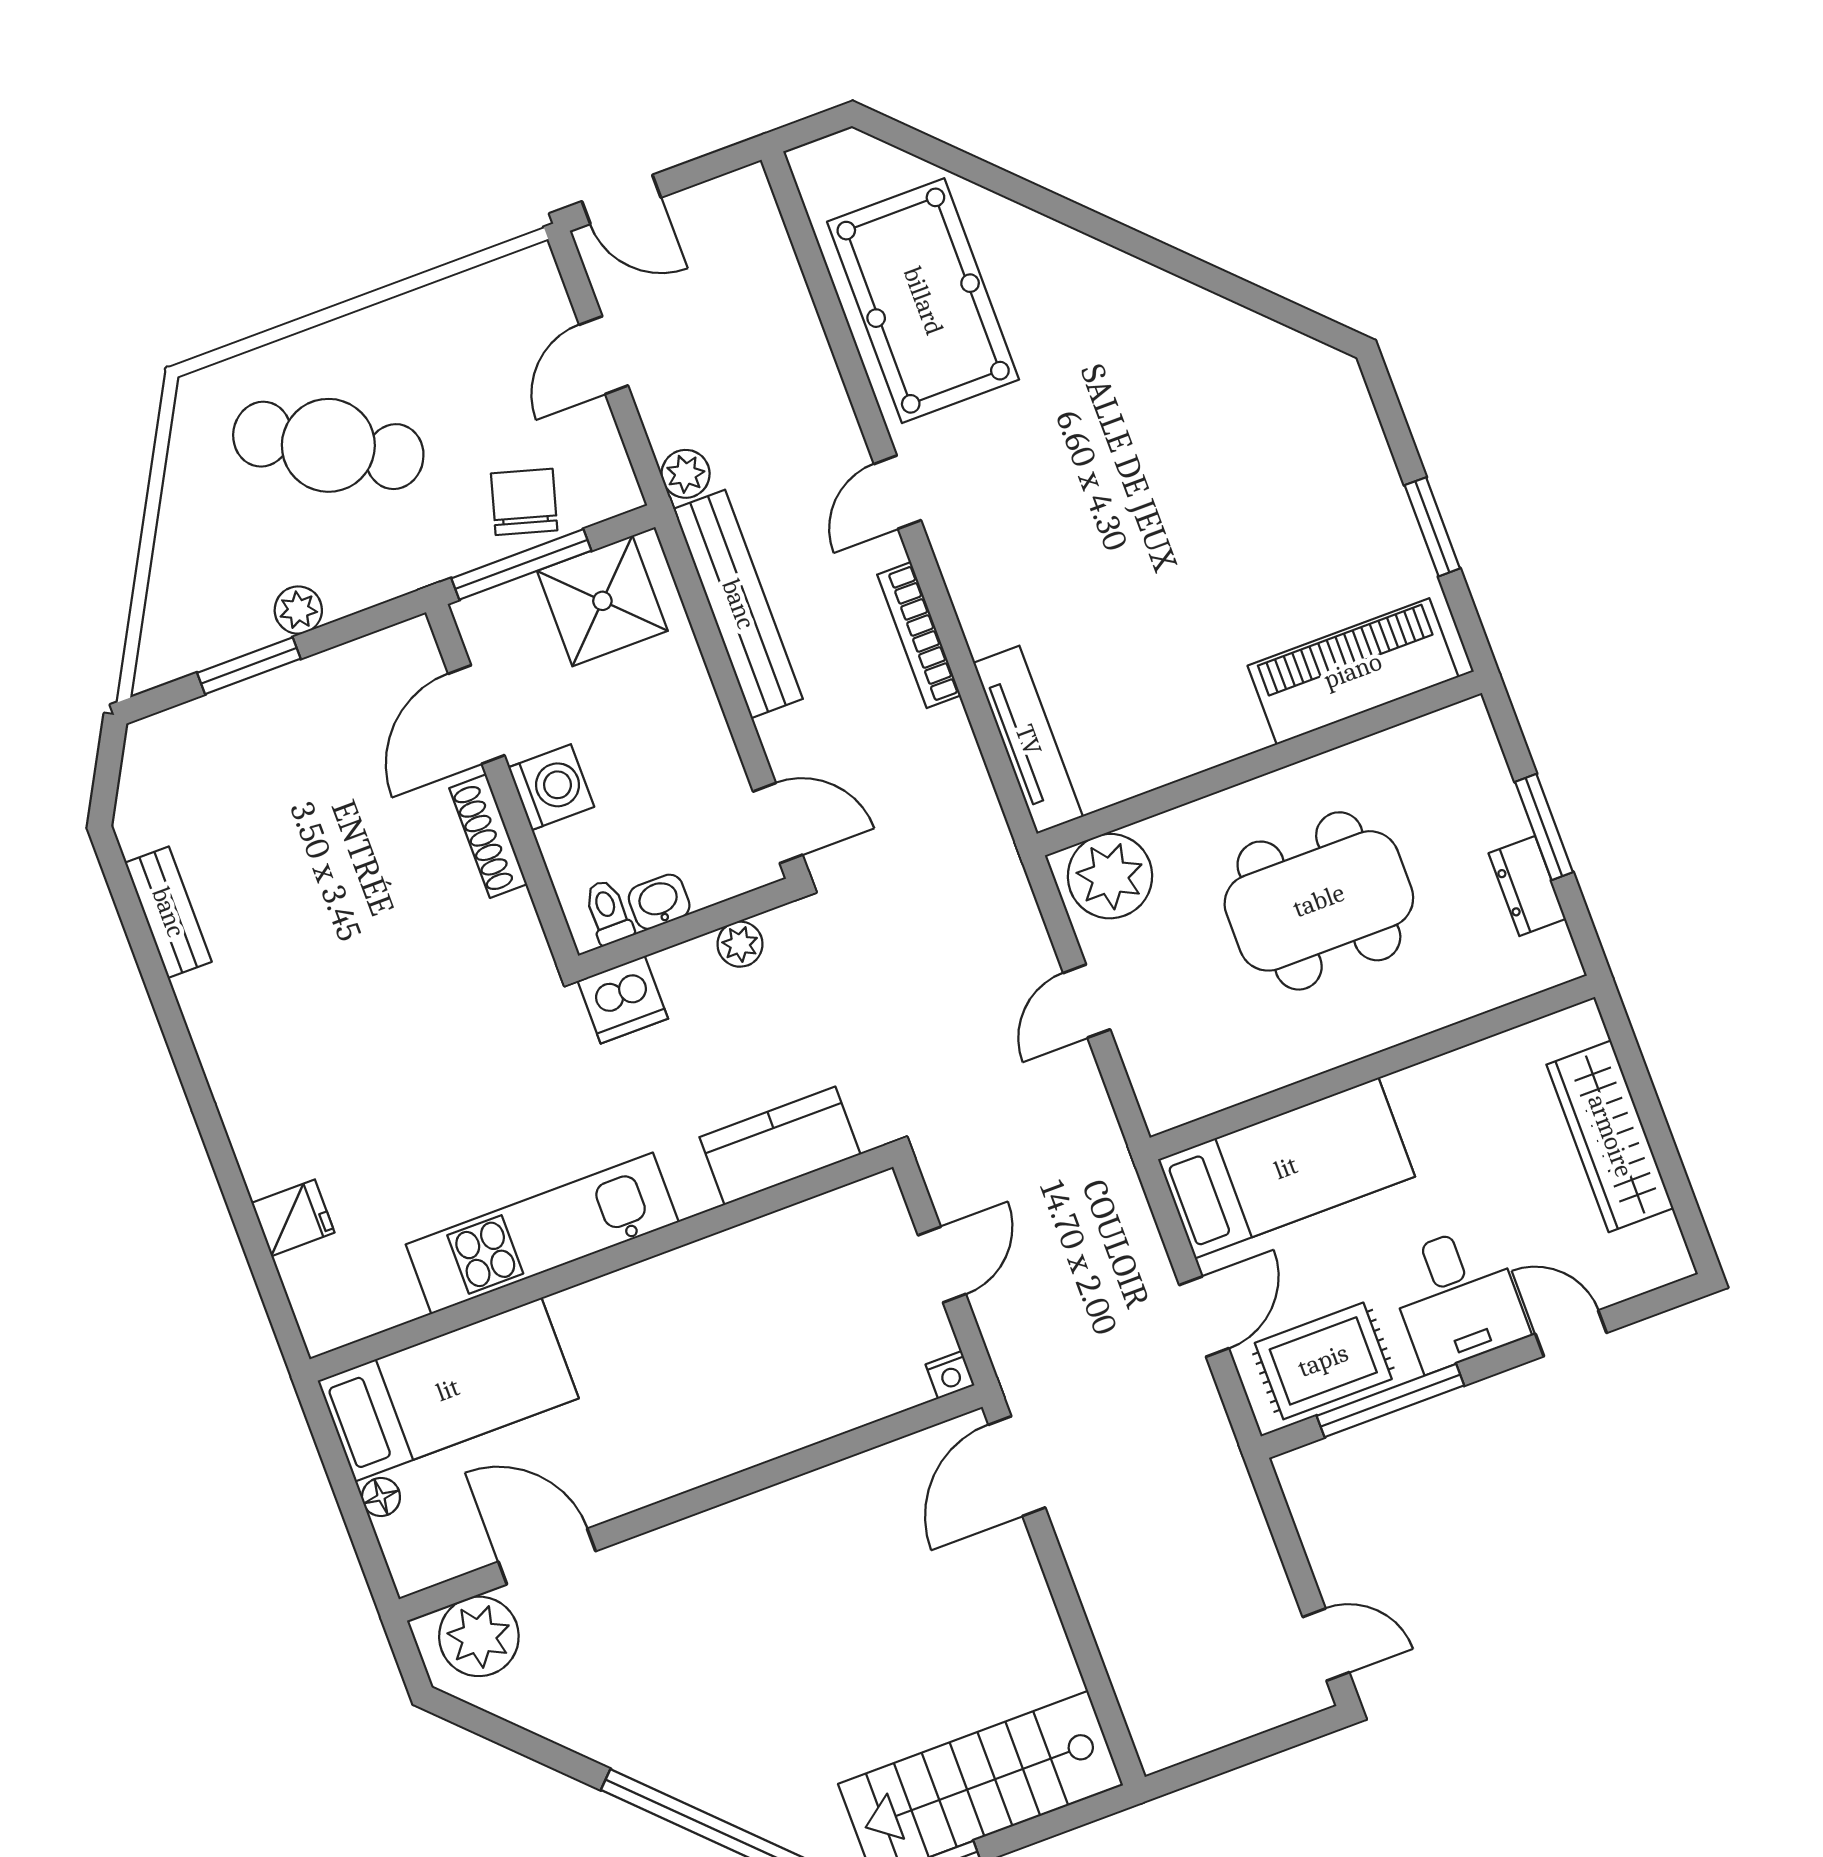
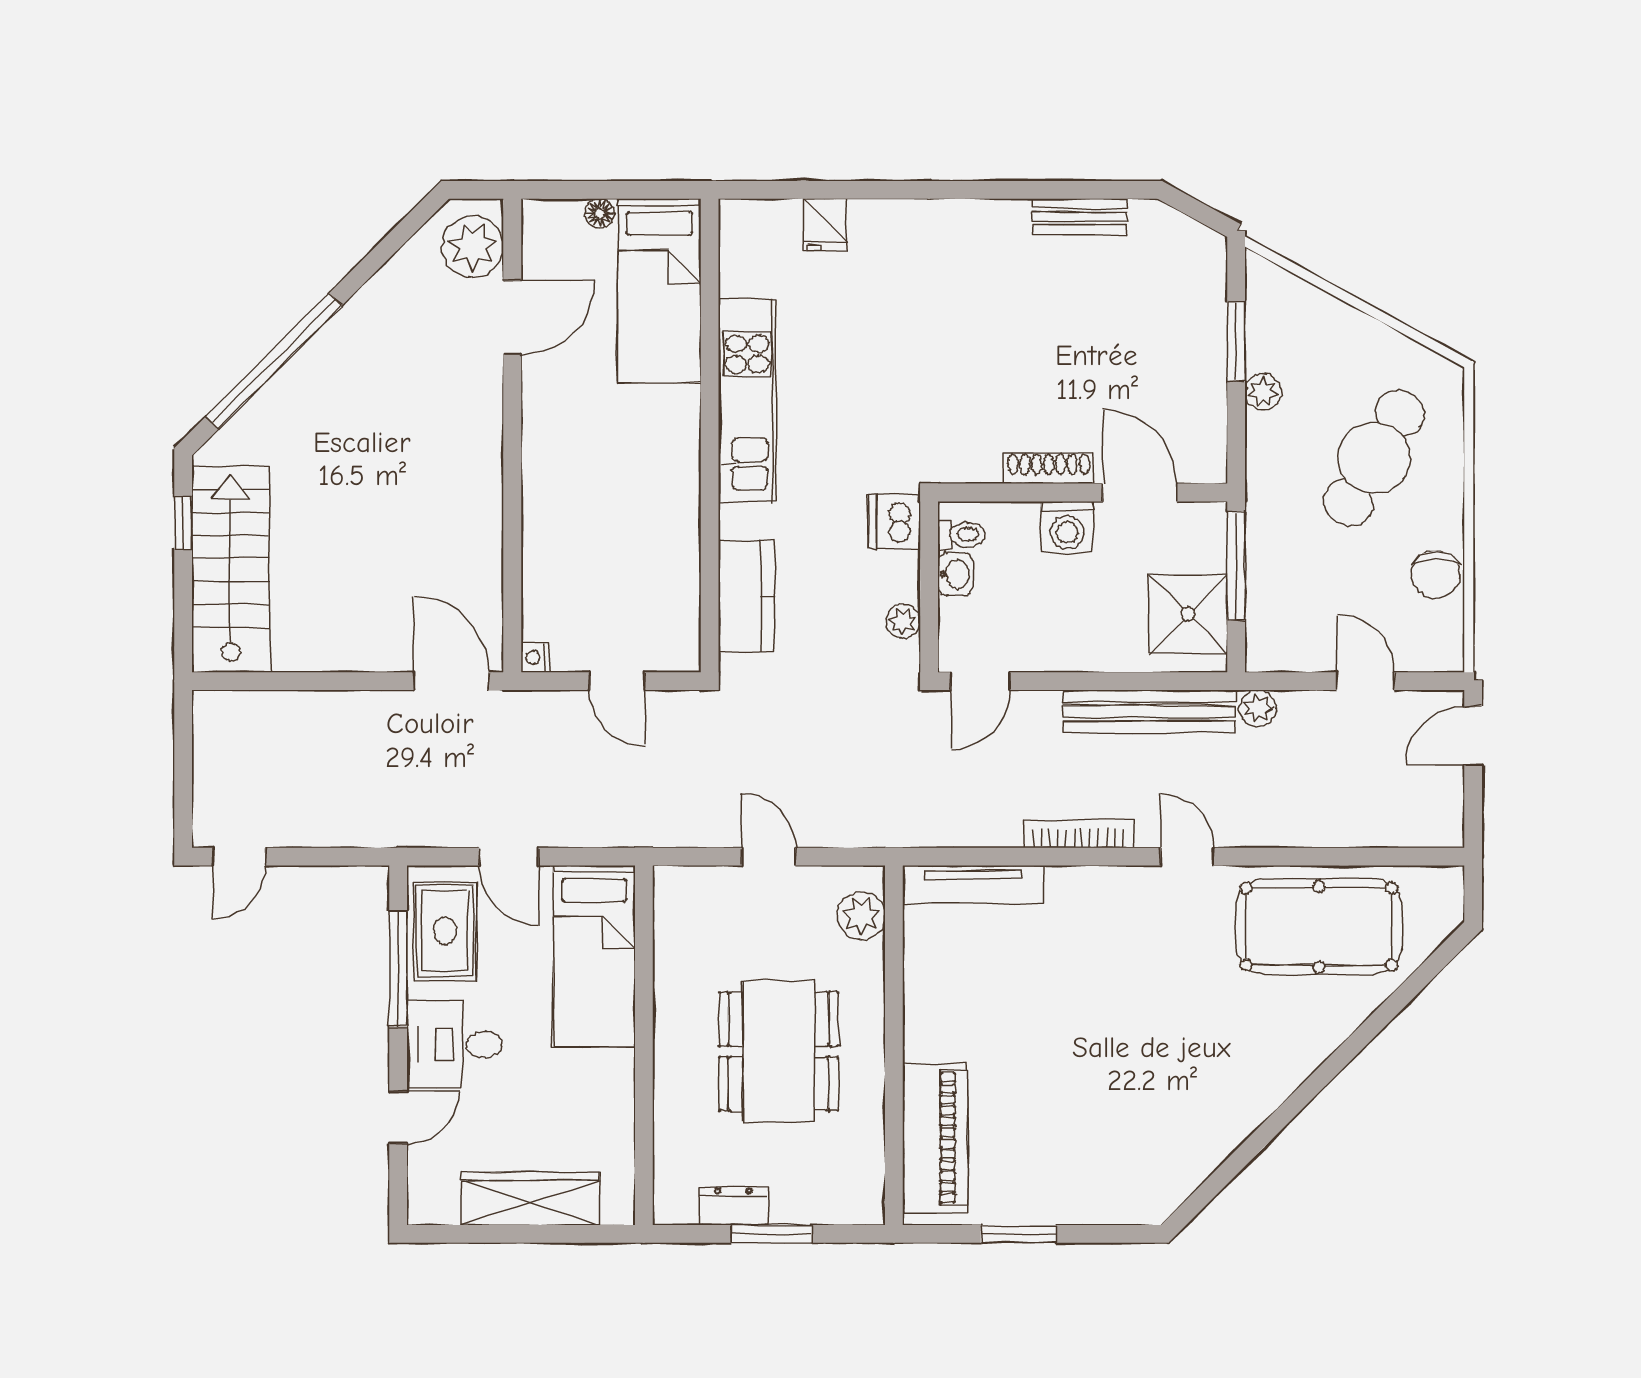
chair: (524, 502) -> (1436, 574), moved, turned 74
plant: (1110, 876) -> (861, 916), width x0.73, depth x0.73

